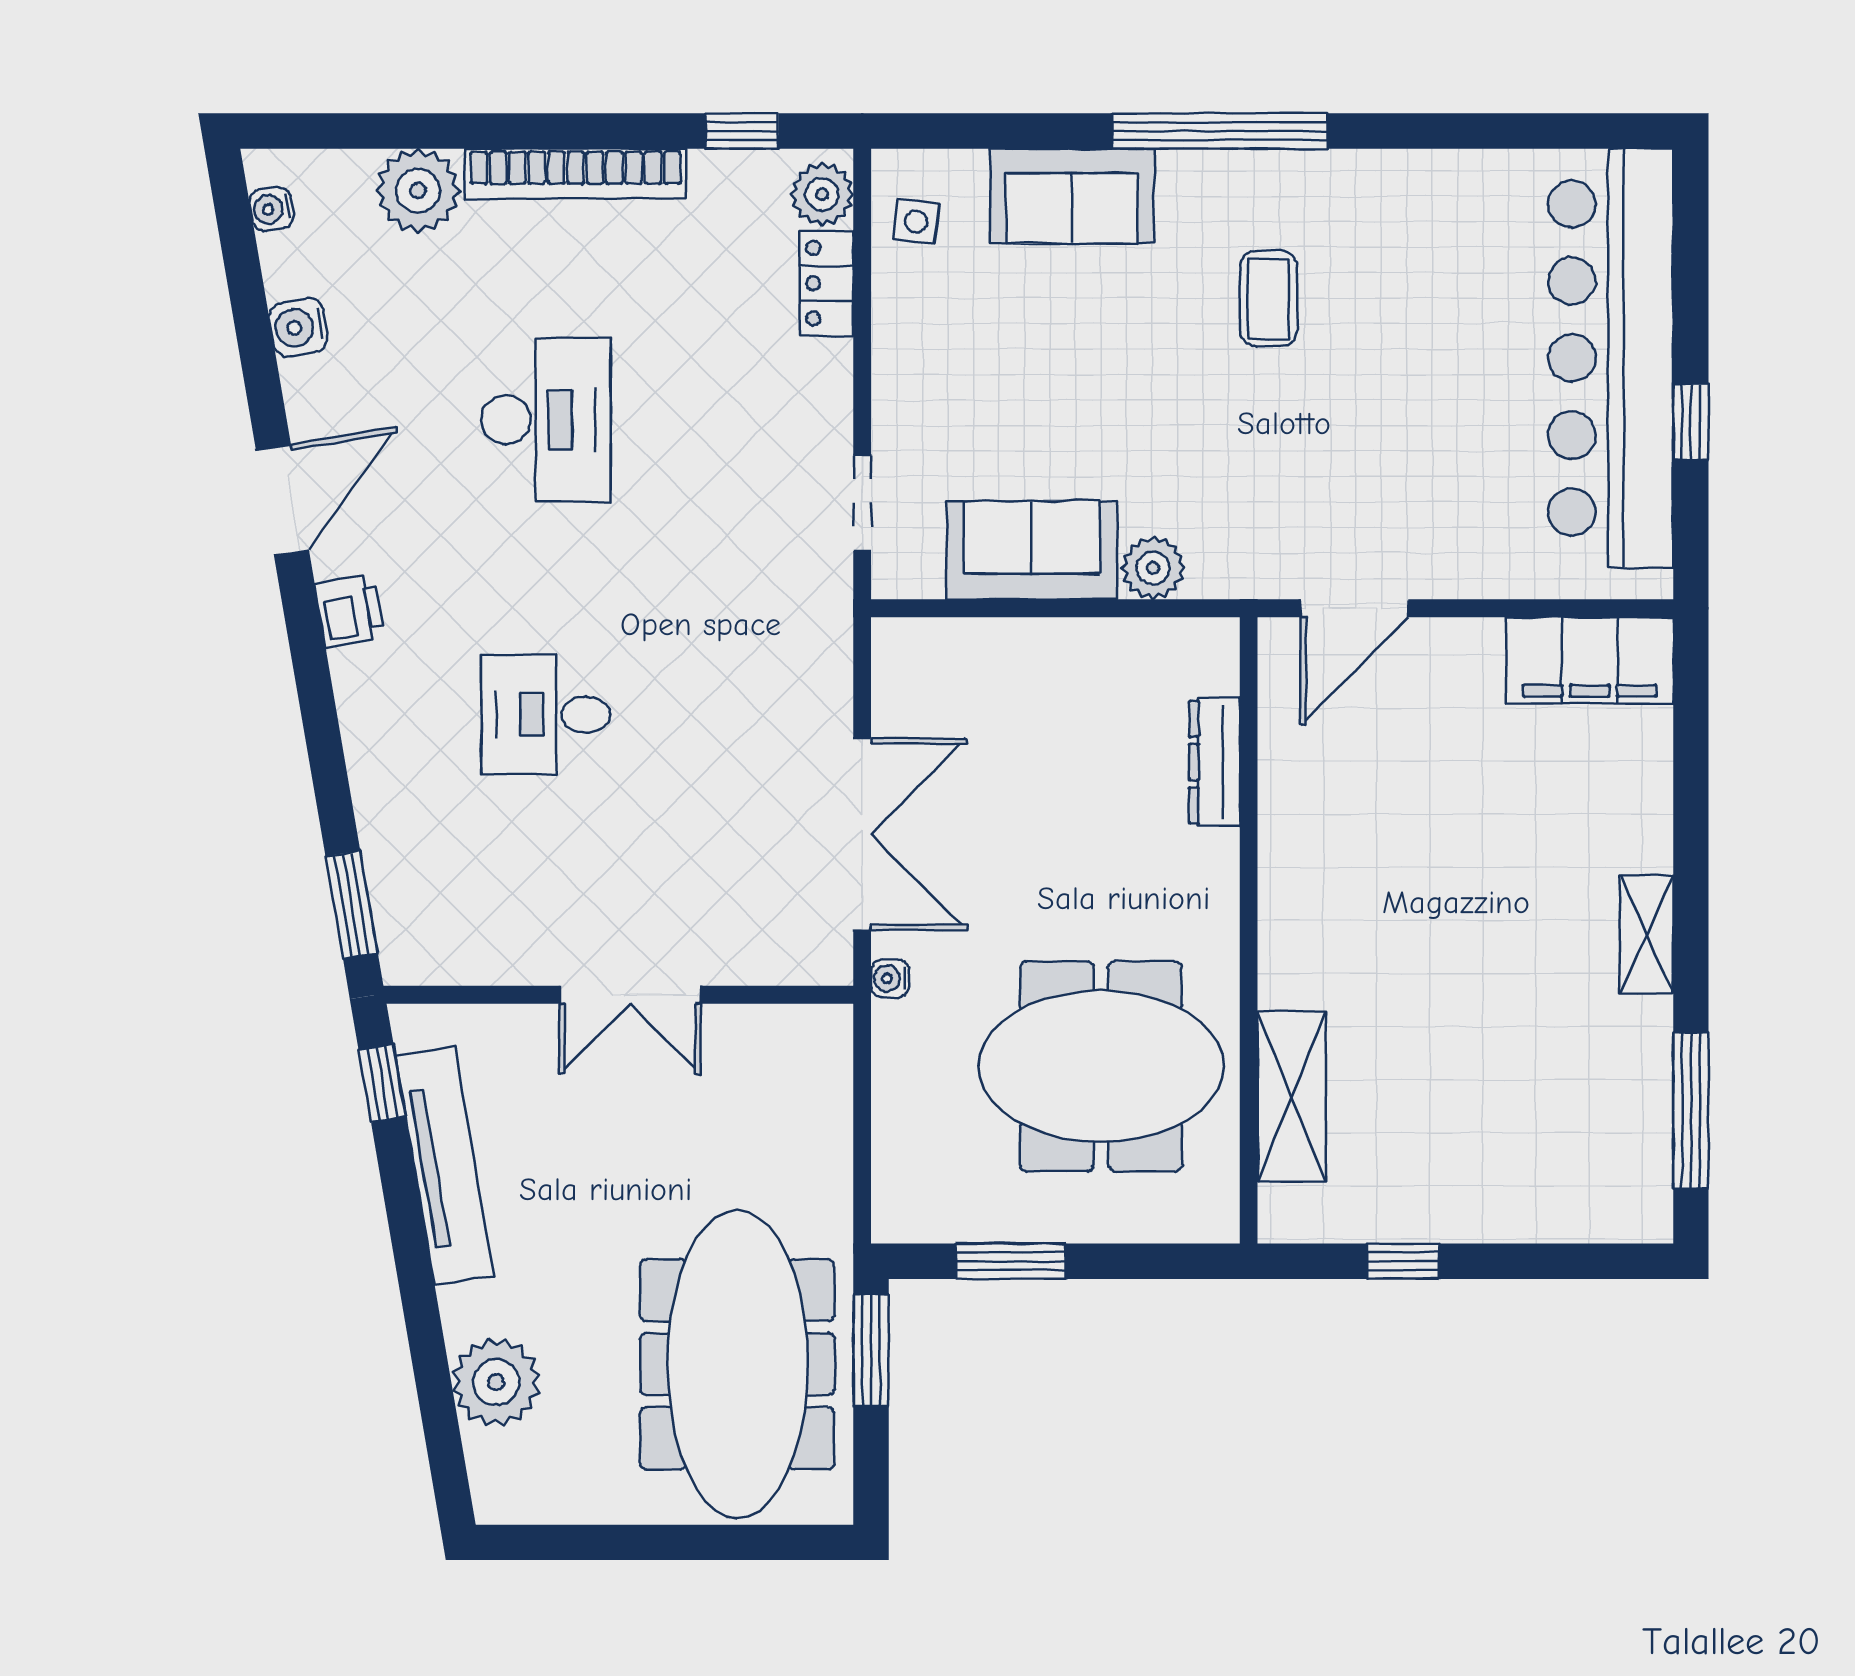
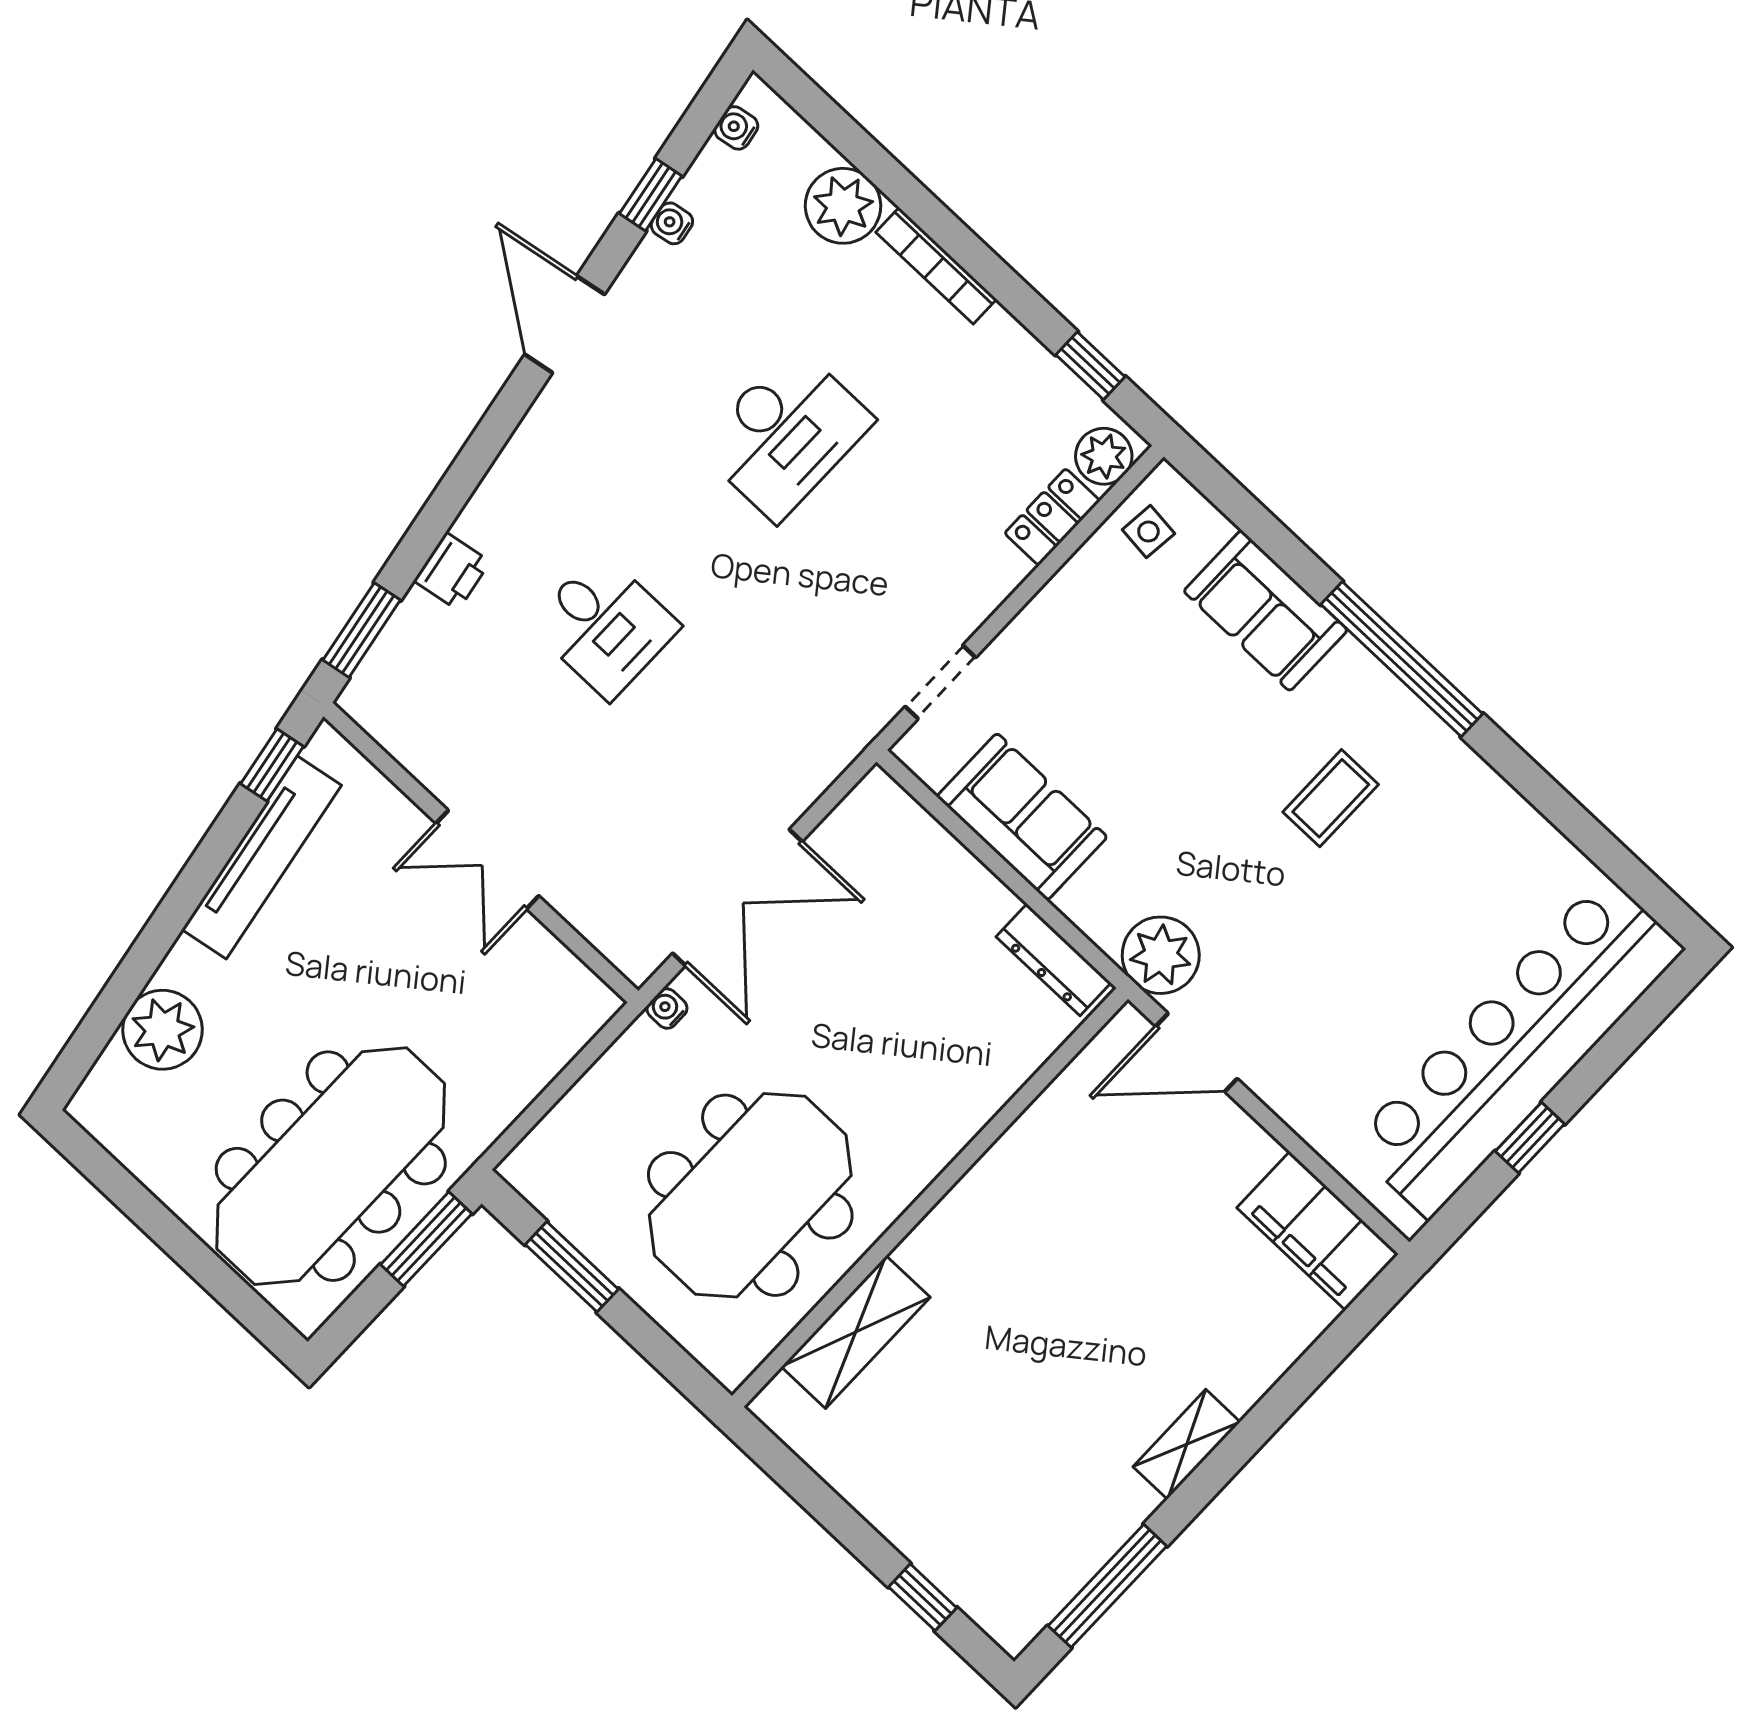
bookcase: (576, 174) -> (936, 266), width x0.68, depth x0.76
water cooler: (299, 327) -> (672, 223), width x0.72, depth x0.72
window: (253, 329) -> (651, 195), added
door: (282, 500) -> (565, 324), swing flipped
plant: (1153, 568) -> (1161, 955), moved, width x1.36, depth x1.36
printer: (350, 611) -> (452, 571), moved
desk: (546, 715) -> (605, 626), turned 180
dresser: (1215, 762) -> (1054, 960), moved, turned -90
meeting table: (1101, 1066) -> (750, 1195), turned 90
window: (1403, 1261) -> (923, 1597), moved

